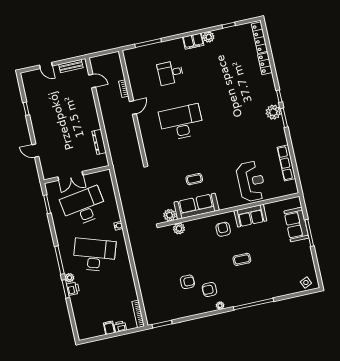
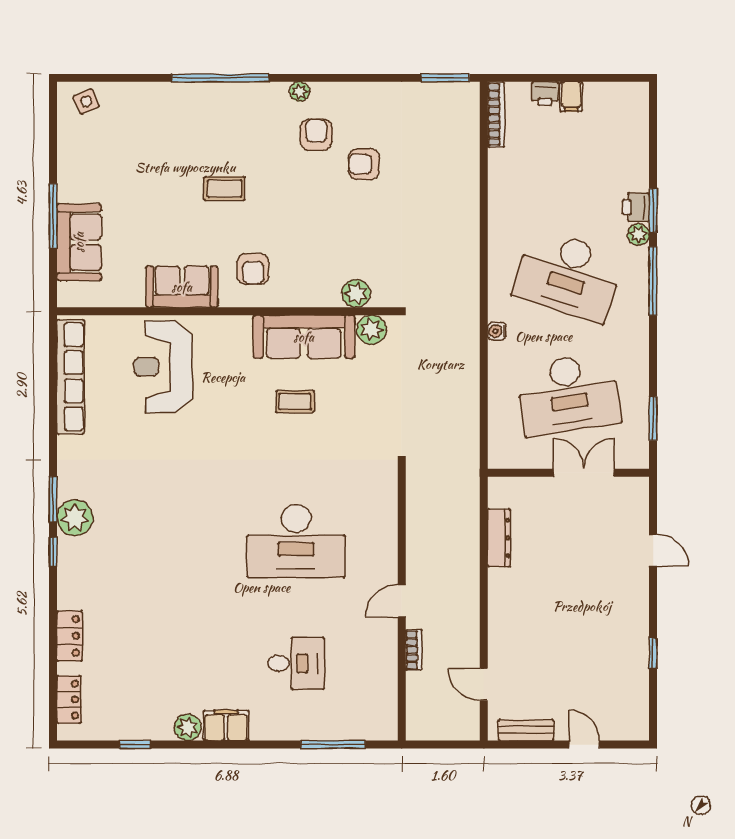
locker: (260, 38) -> (69, 700), width x0.66
row of seats: (286, 163) -> (70, 377), width x1.36
armchair: (209, 289) -> (316, 135), turned -90

